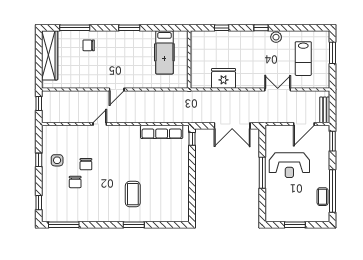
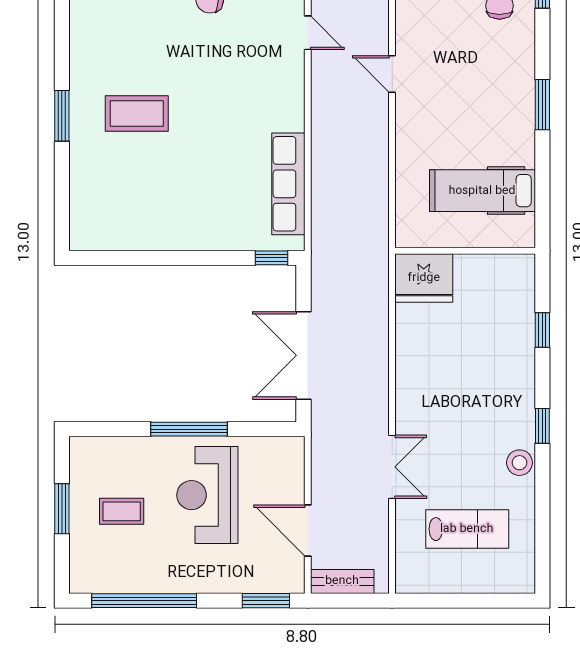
window: (333, 53) -> (481, 601), removed
lab bench: (303, 59) -> (467, 529), turned 180
fridge: (224, 78) -> (424, 278), moved, turned 90
coffee table: (323, 197) -> (122, 511), moved

